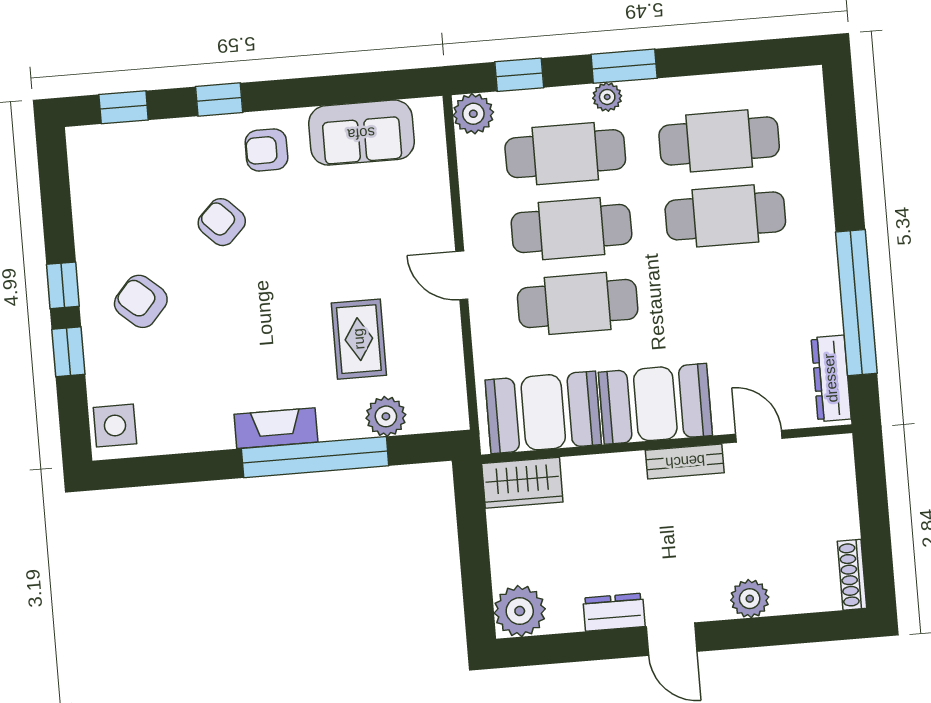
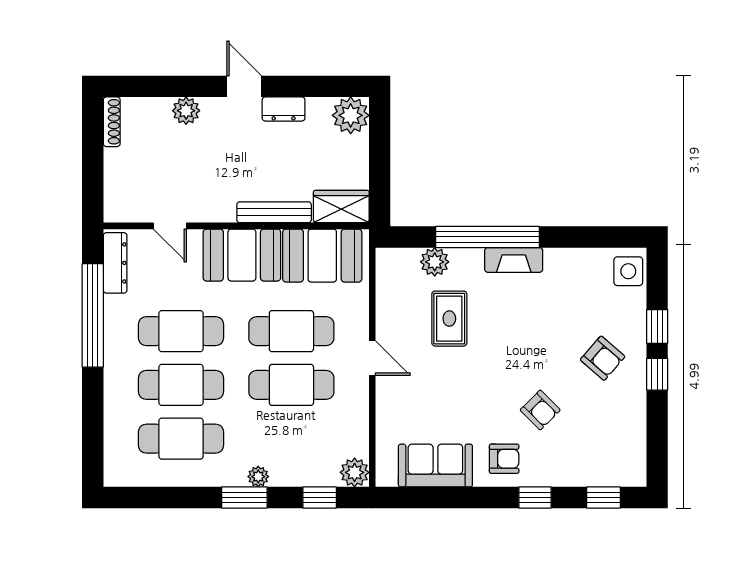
cafe table: (565, 154) -> (181, 331), moved
bench: (685, 461) -> (274, 212), moved, width x1.36

